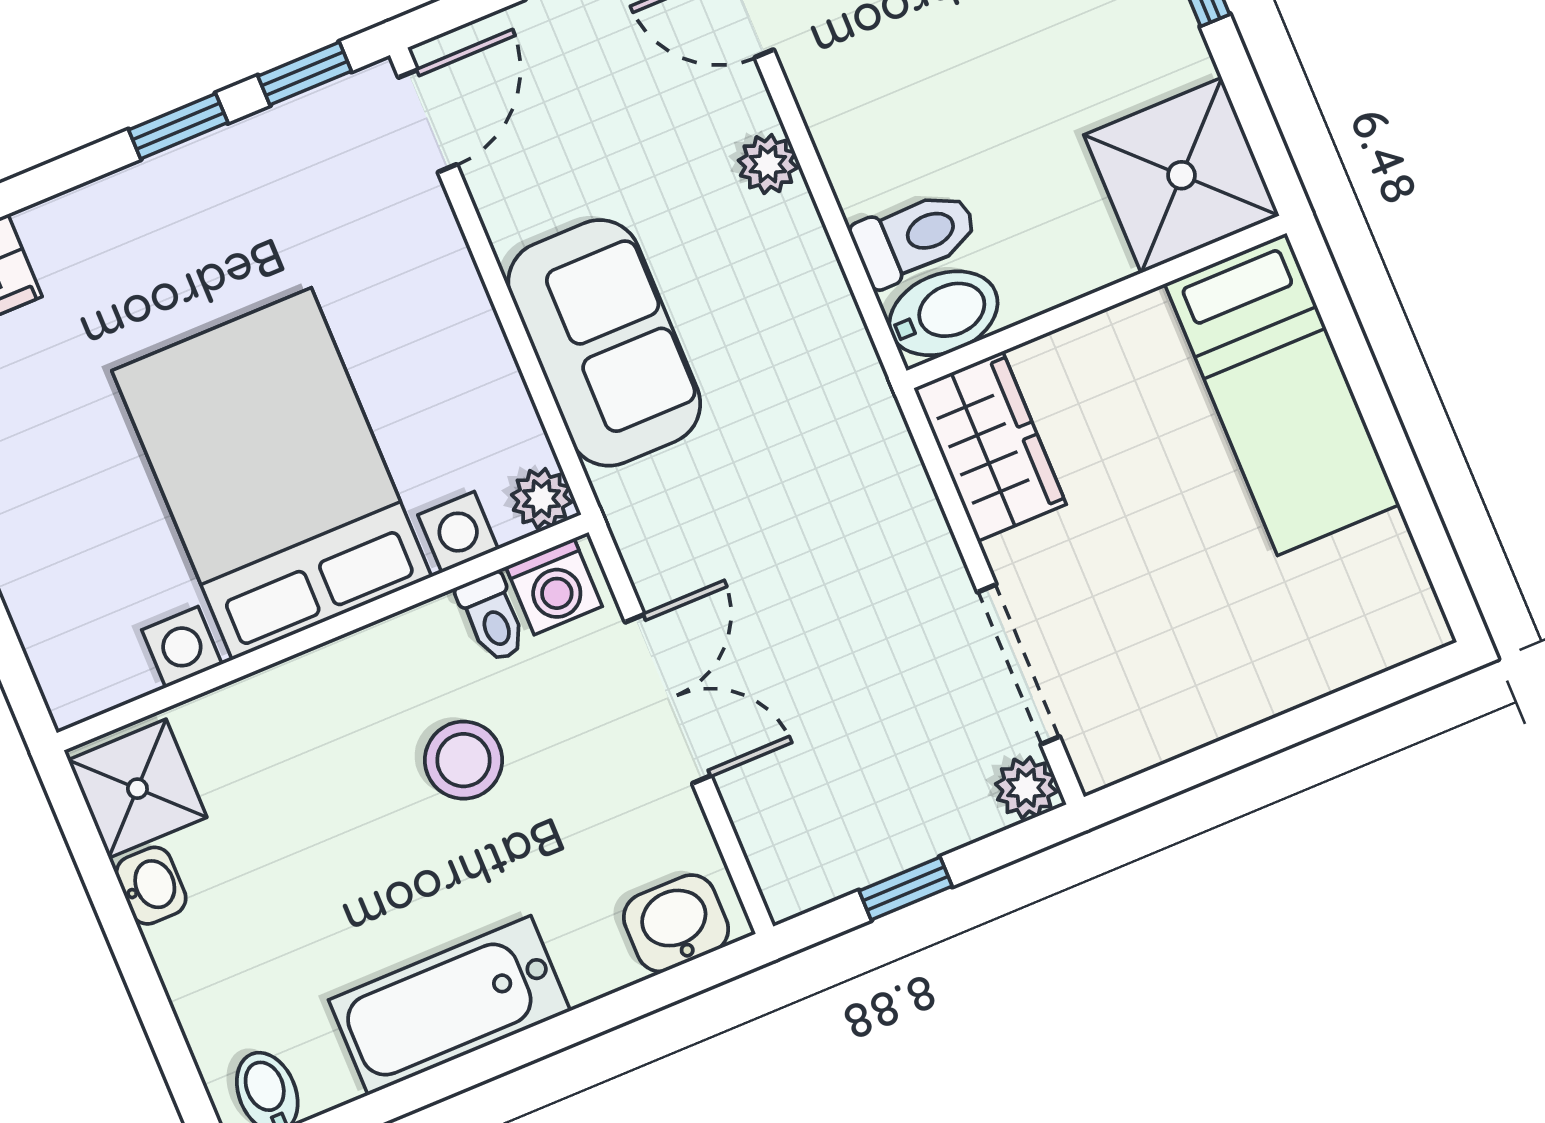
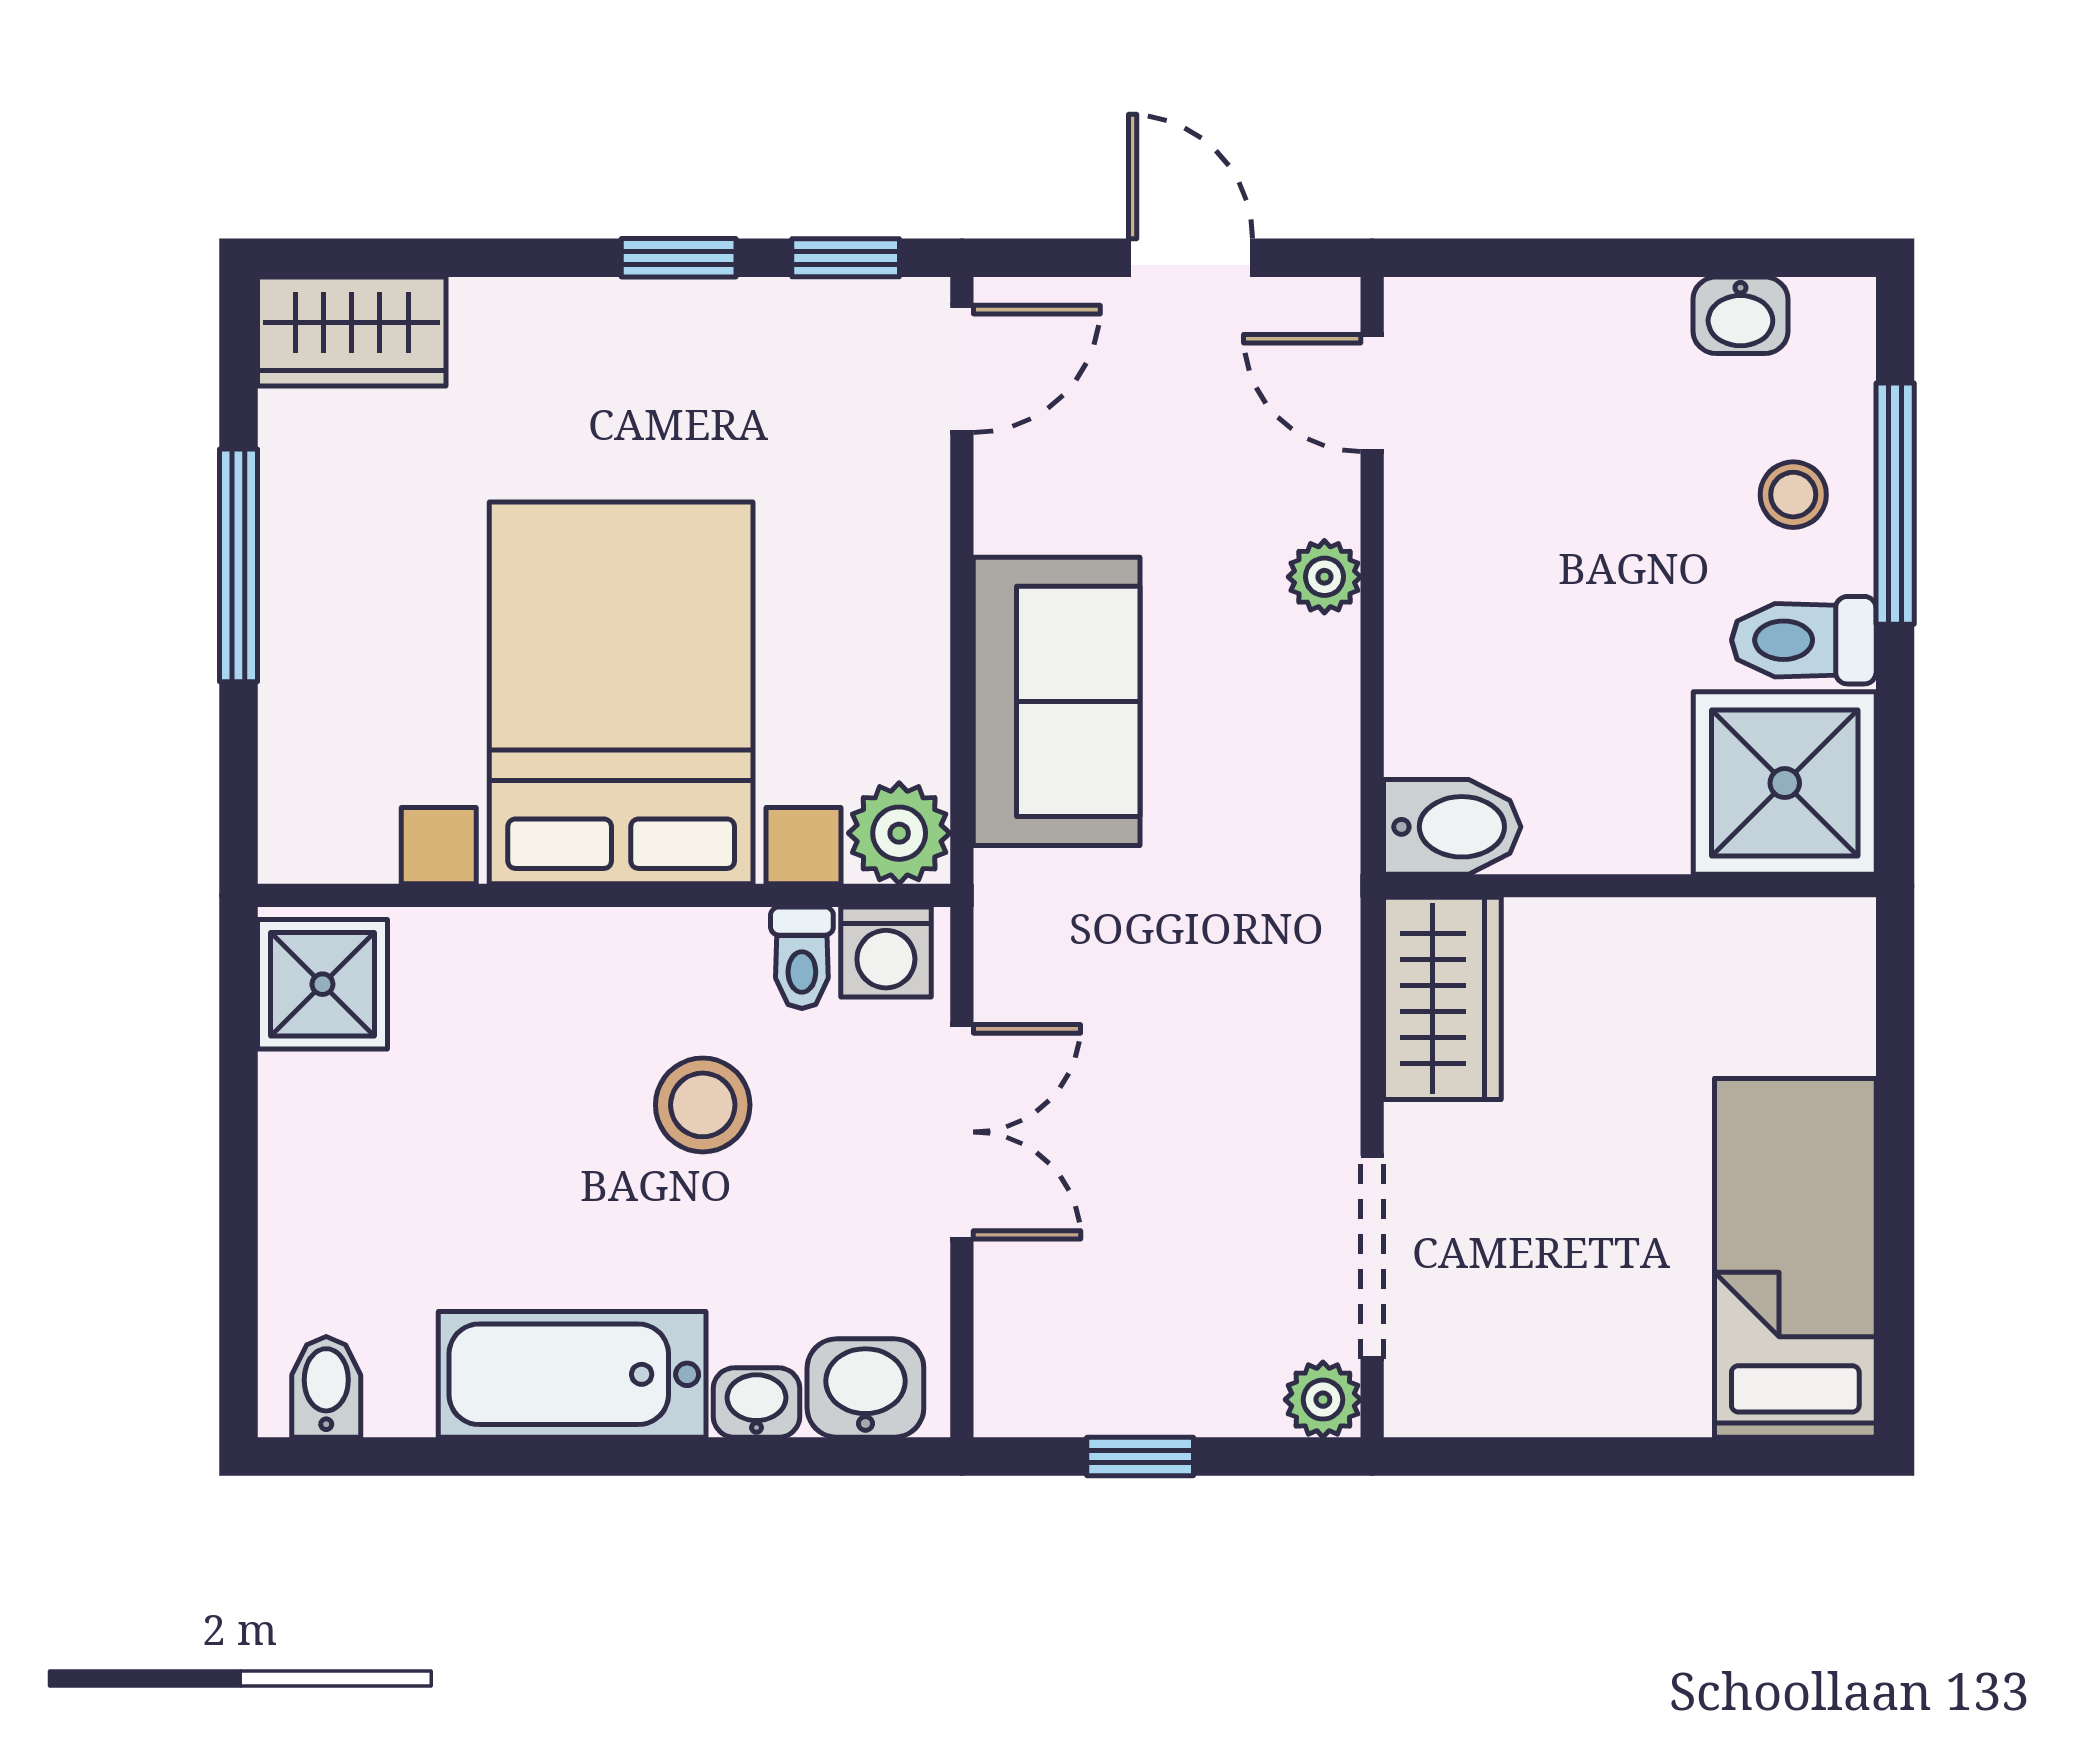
toilet: (915, 237) -> (1804, 640), moved, turned 180
bed: (1282, 394) -> (1795, 1258), moved, turned 180
plant: (541, 499) -> (899, 833), width x1.38, depth x1.38
washbasin: (151, 886) -> (757, 1403), moved, turned -90

